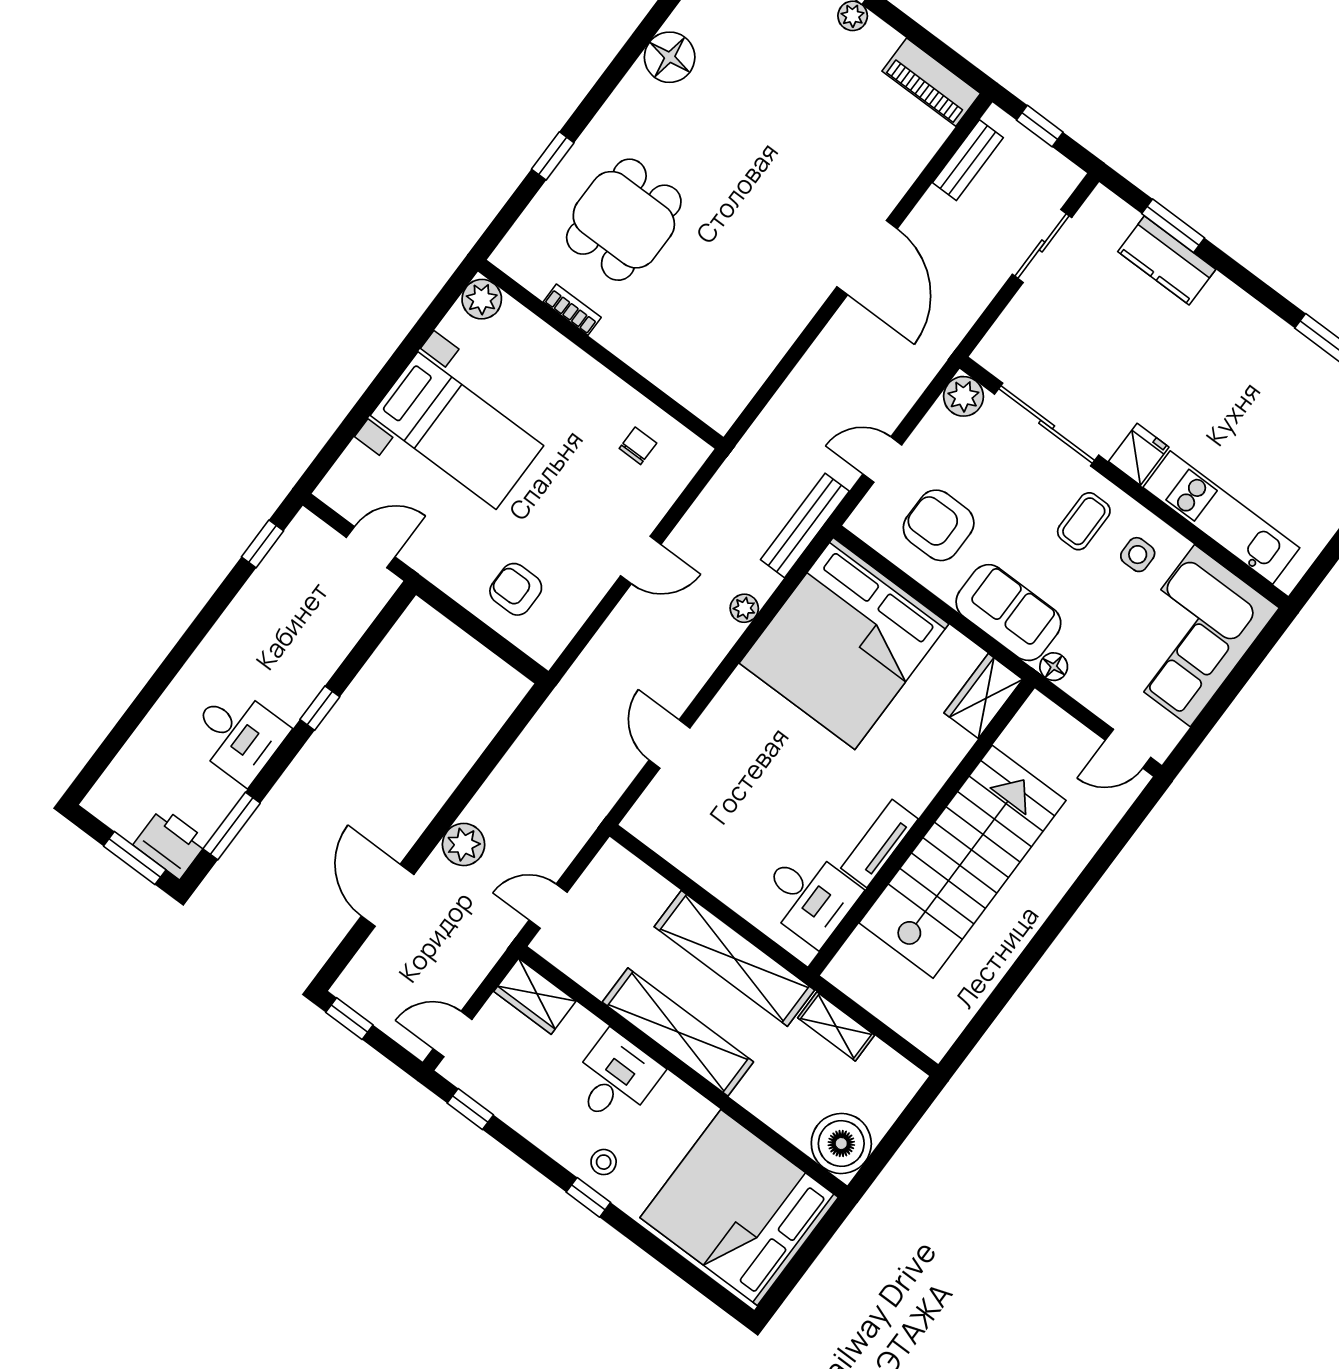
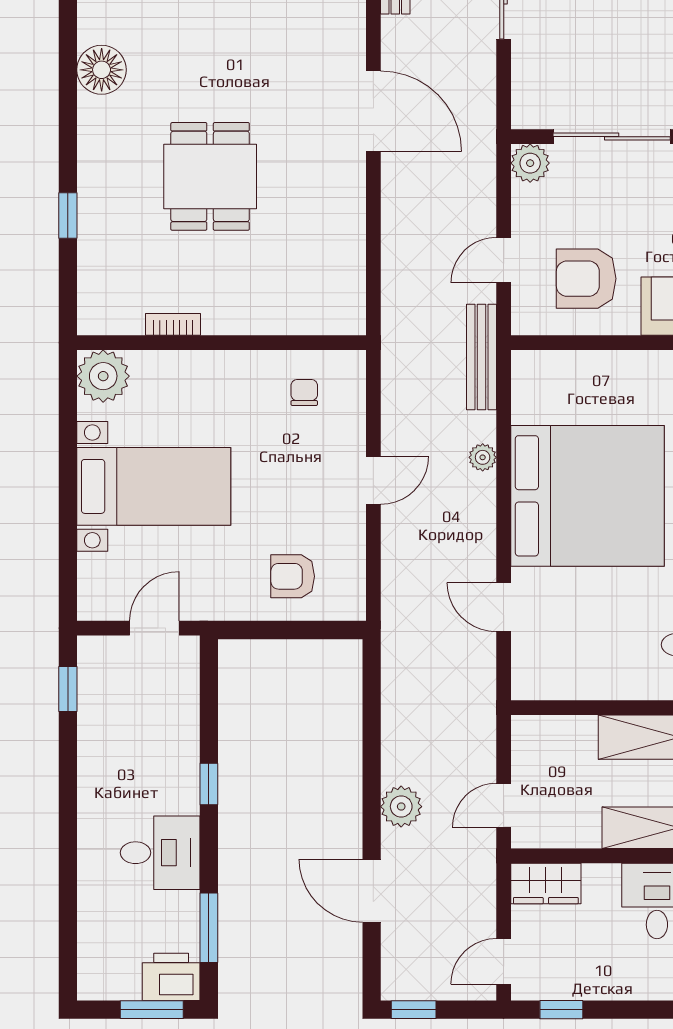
dining table: (624, 220) -> (210, 176), moved
plant: (482, 299) -> (103, 376), width x1.36, depth x1.36
bed: (844, 644) -> (587, 496), moved, turned -90

